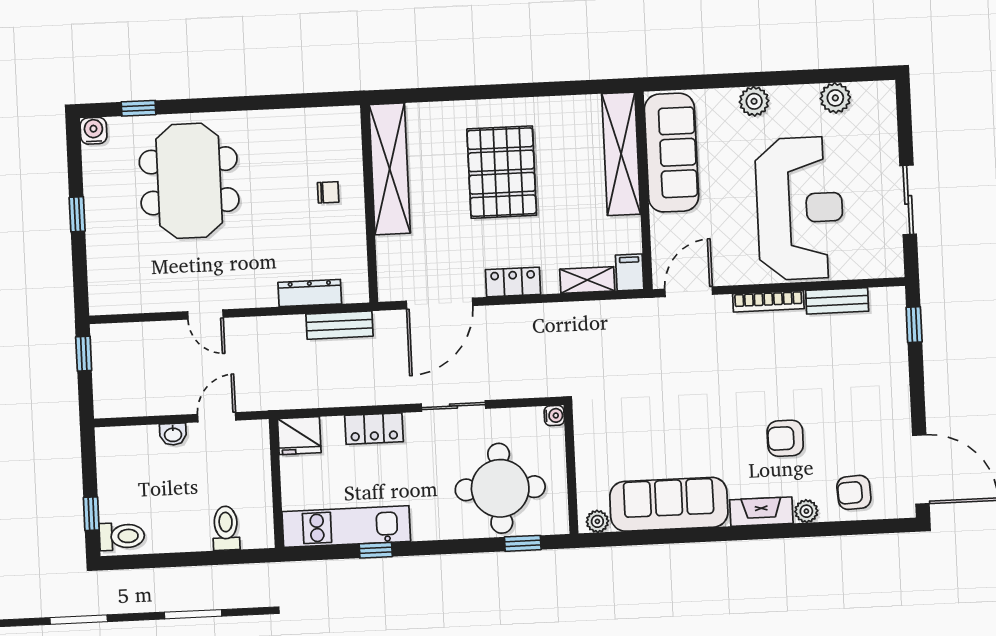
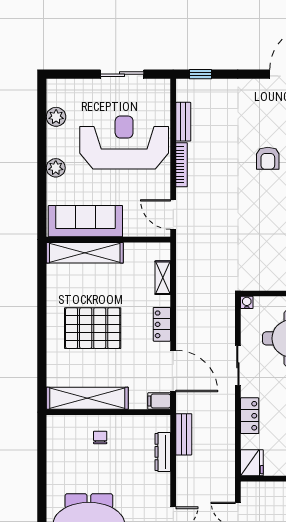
filing cabinet: (630, 272) -> (159, 401), moved

